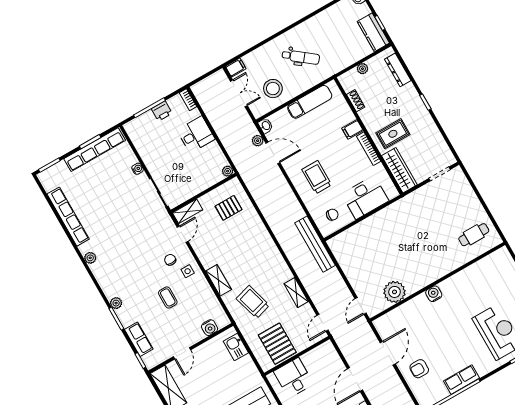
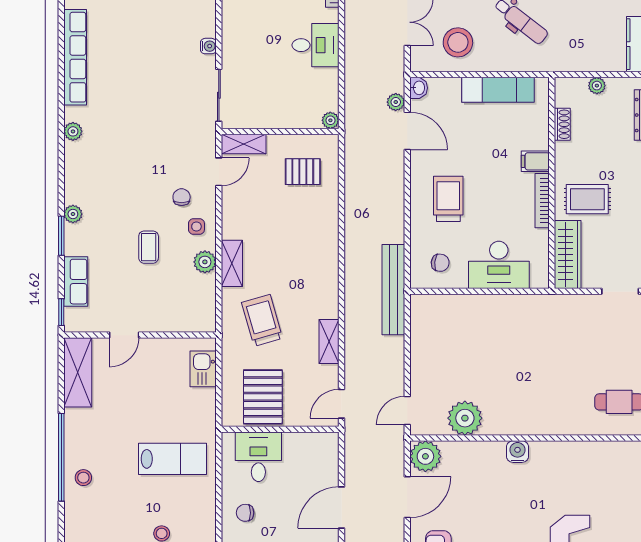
plant: (203, 288) -> (205, 262), added
plant: (385, 325) -> (425, 456), added
water cooler: (210, 328) -> (182, 321), removed

